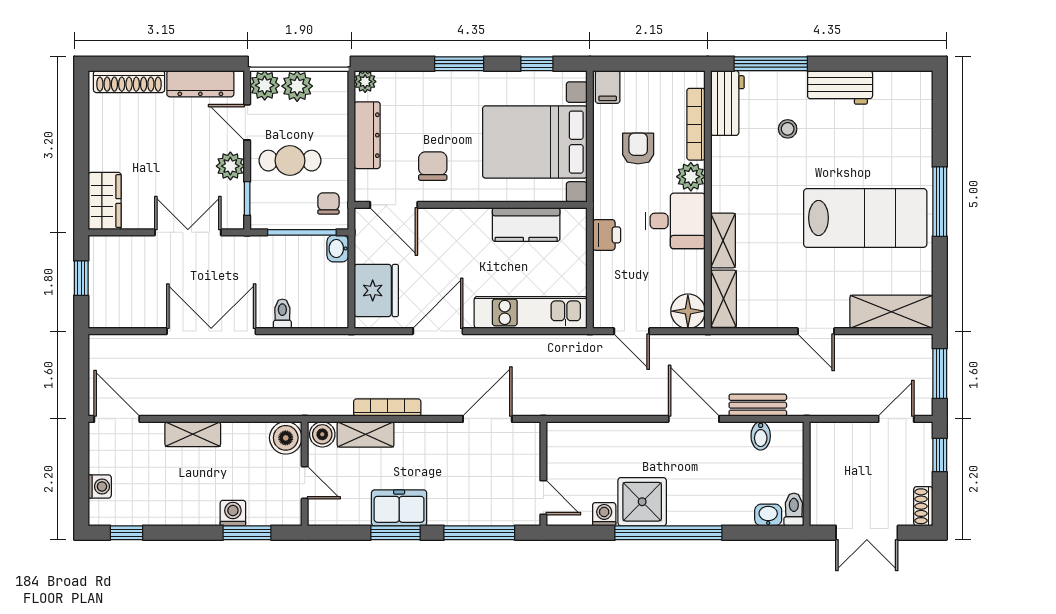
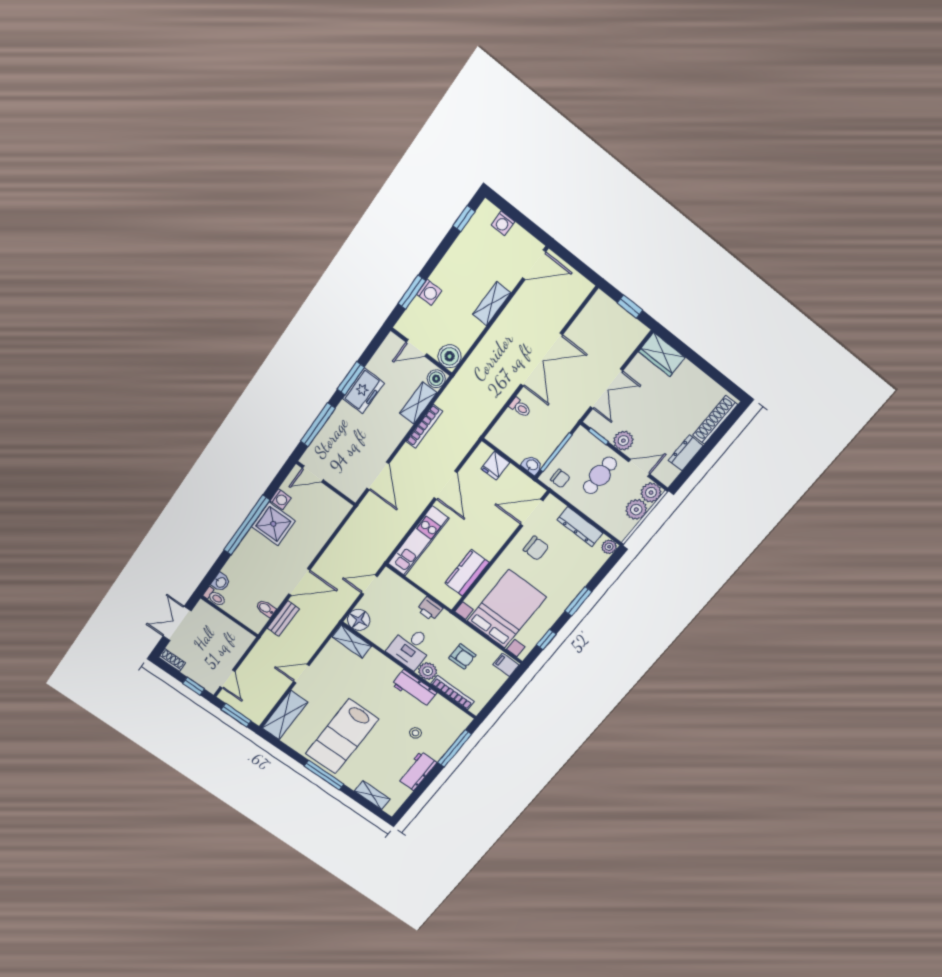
dresser: (200, 84) -> (686, 453), width x0.70
workbench: (727, 103) -> (414, 689), moved
shelving: (723, 240) -> (372, 795), moved
fridge: (376, 290) -> (495, 466), width x0.53, depth x0.75

